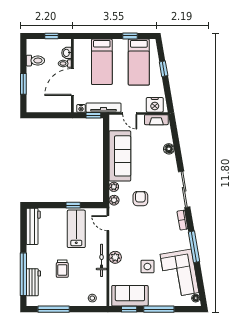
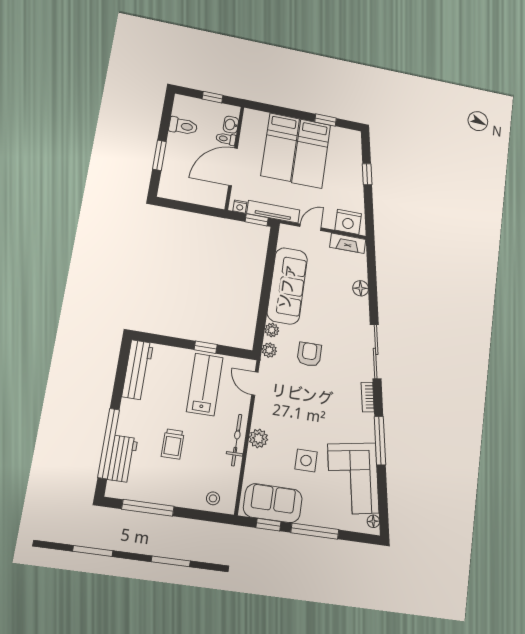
bed: (139, 62) -> (311, 154), moved
door: (130, 113) -> (310, 227), swing flipped

